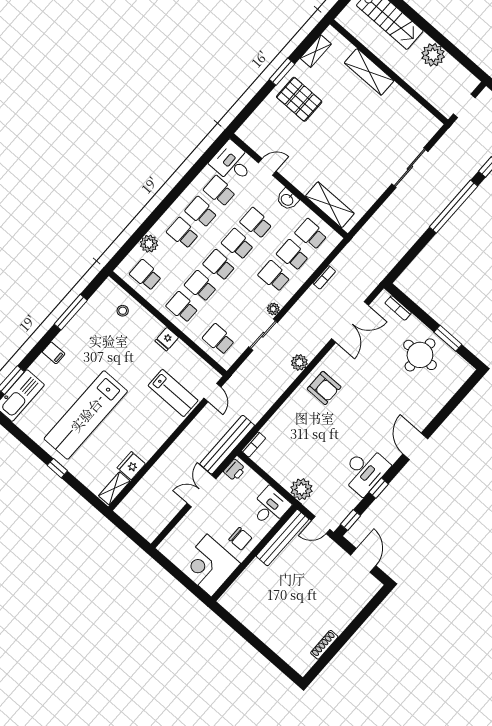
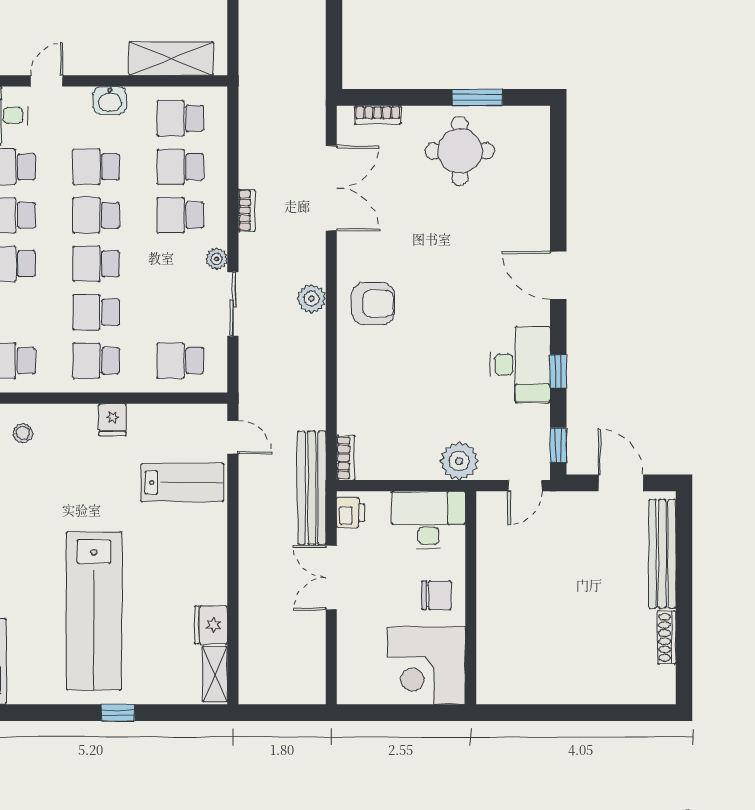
bookcase: (324, 277) -> (247, 210), moved
desk: (270, 507) -> (428, 520), width x1.37
bench: (282, 538) -> (662, 554), moved

